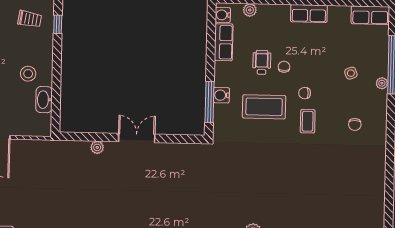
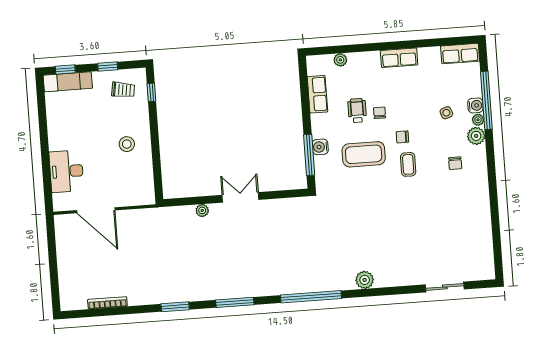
water cooler: (223, 15) -> (475, 105), moved, turned 180
plant: (378, 99) -> (476, 136), added
washbasin: (44, 100) -> (145, 168), removed

